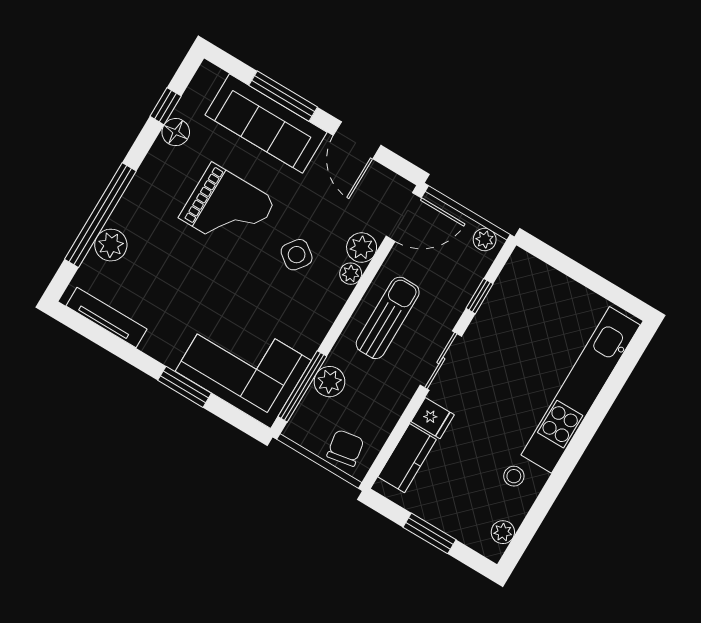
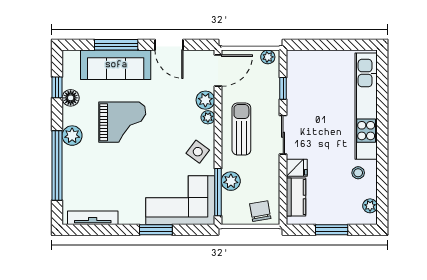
plant: (111, 245) -> (72, 136), moved
side table: (297, 255) -> (198, 152), moved

